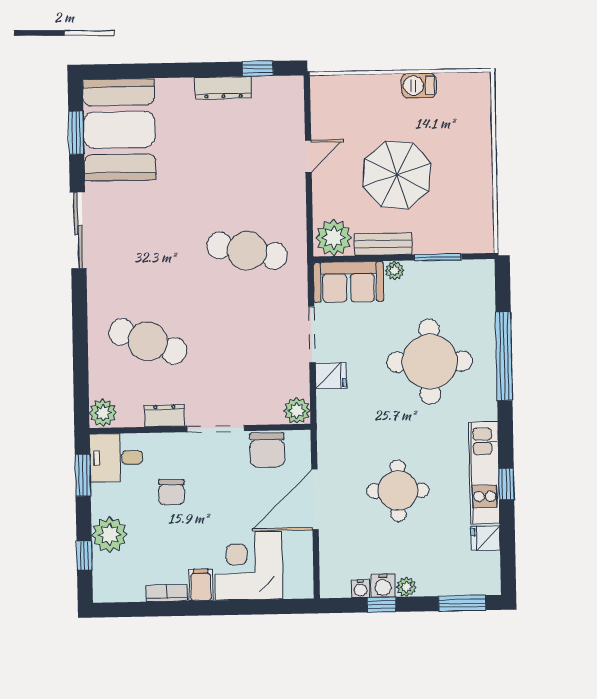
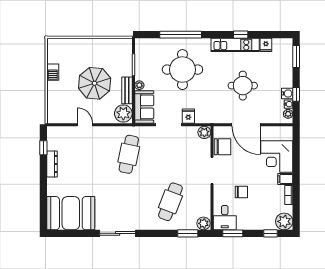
window: (76, 133) -> (188, 233), moved
dresser: (165, 416) -> (205, 195), removed
plant: (110, 535) -> (284, 221), moved
plant: (406, 587) -> (288, 114), moved

